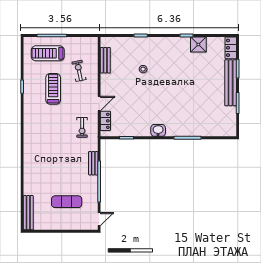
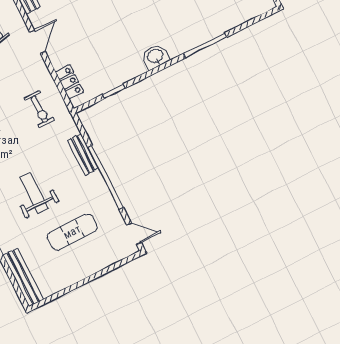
door: (99, 104) -> (37, 42), moved
weight bench: (57, 171) -> (34, 193), added
door: (99, 219) -> (134, 234), hinge flipped

